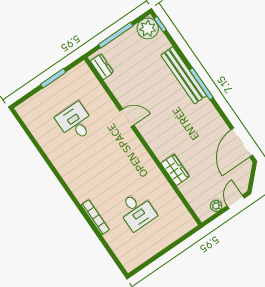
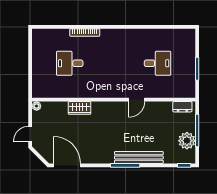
plant: (148, 29) -> (187, 141), moved
door: (236, 202) -> (30, 134), swing flipped
plant: (216, 206) -> (37, 106), moved

